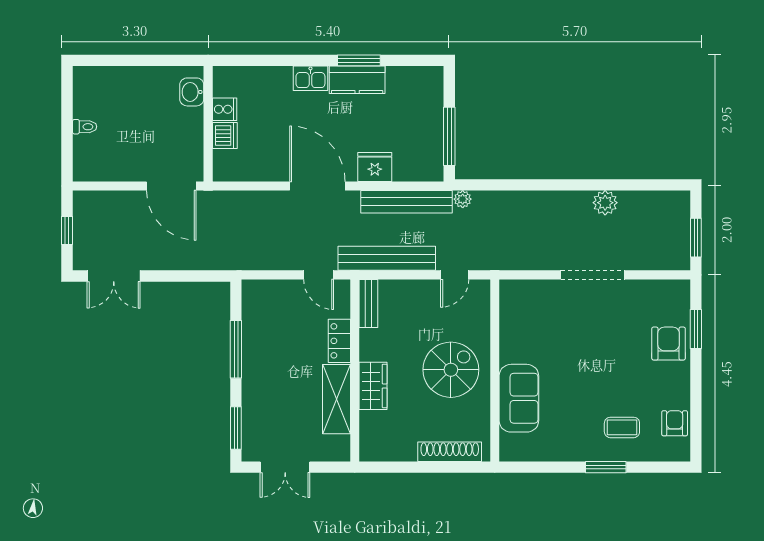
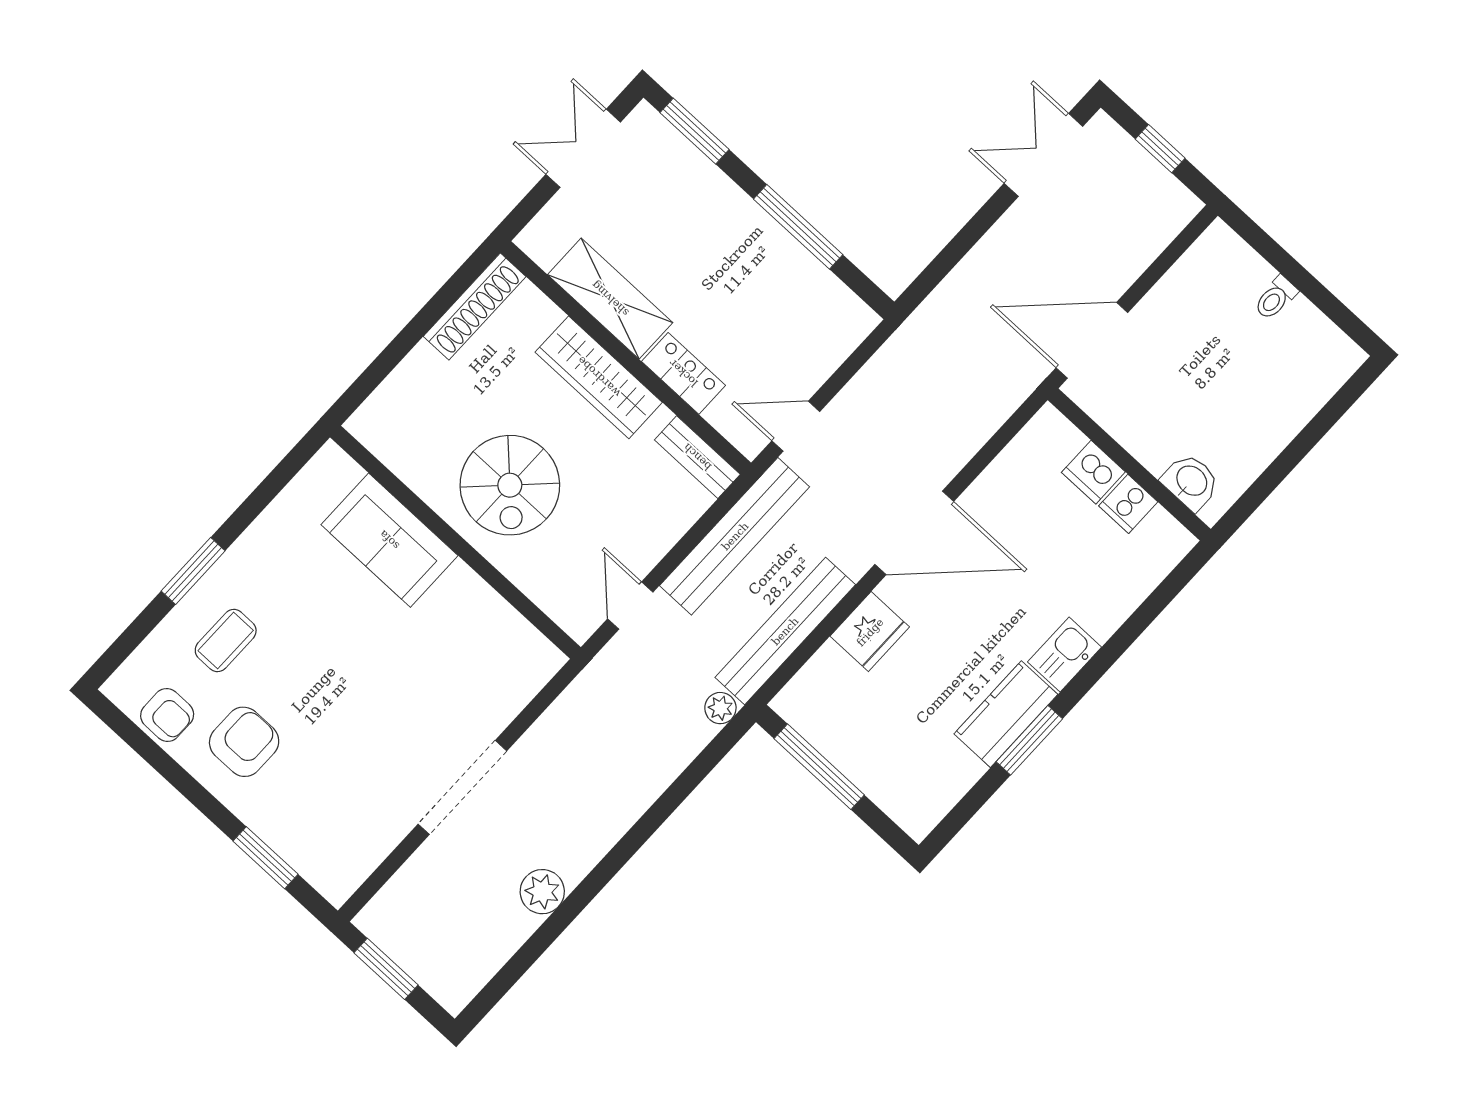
armchair: (669, 344) -> (244, 742), moved, turned -90
wardrobe: (373, 386) -> (599, 377), width x1.50
shoe rack: (450, 452) -> (475, 306), moved

